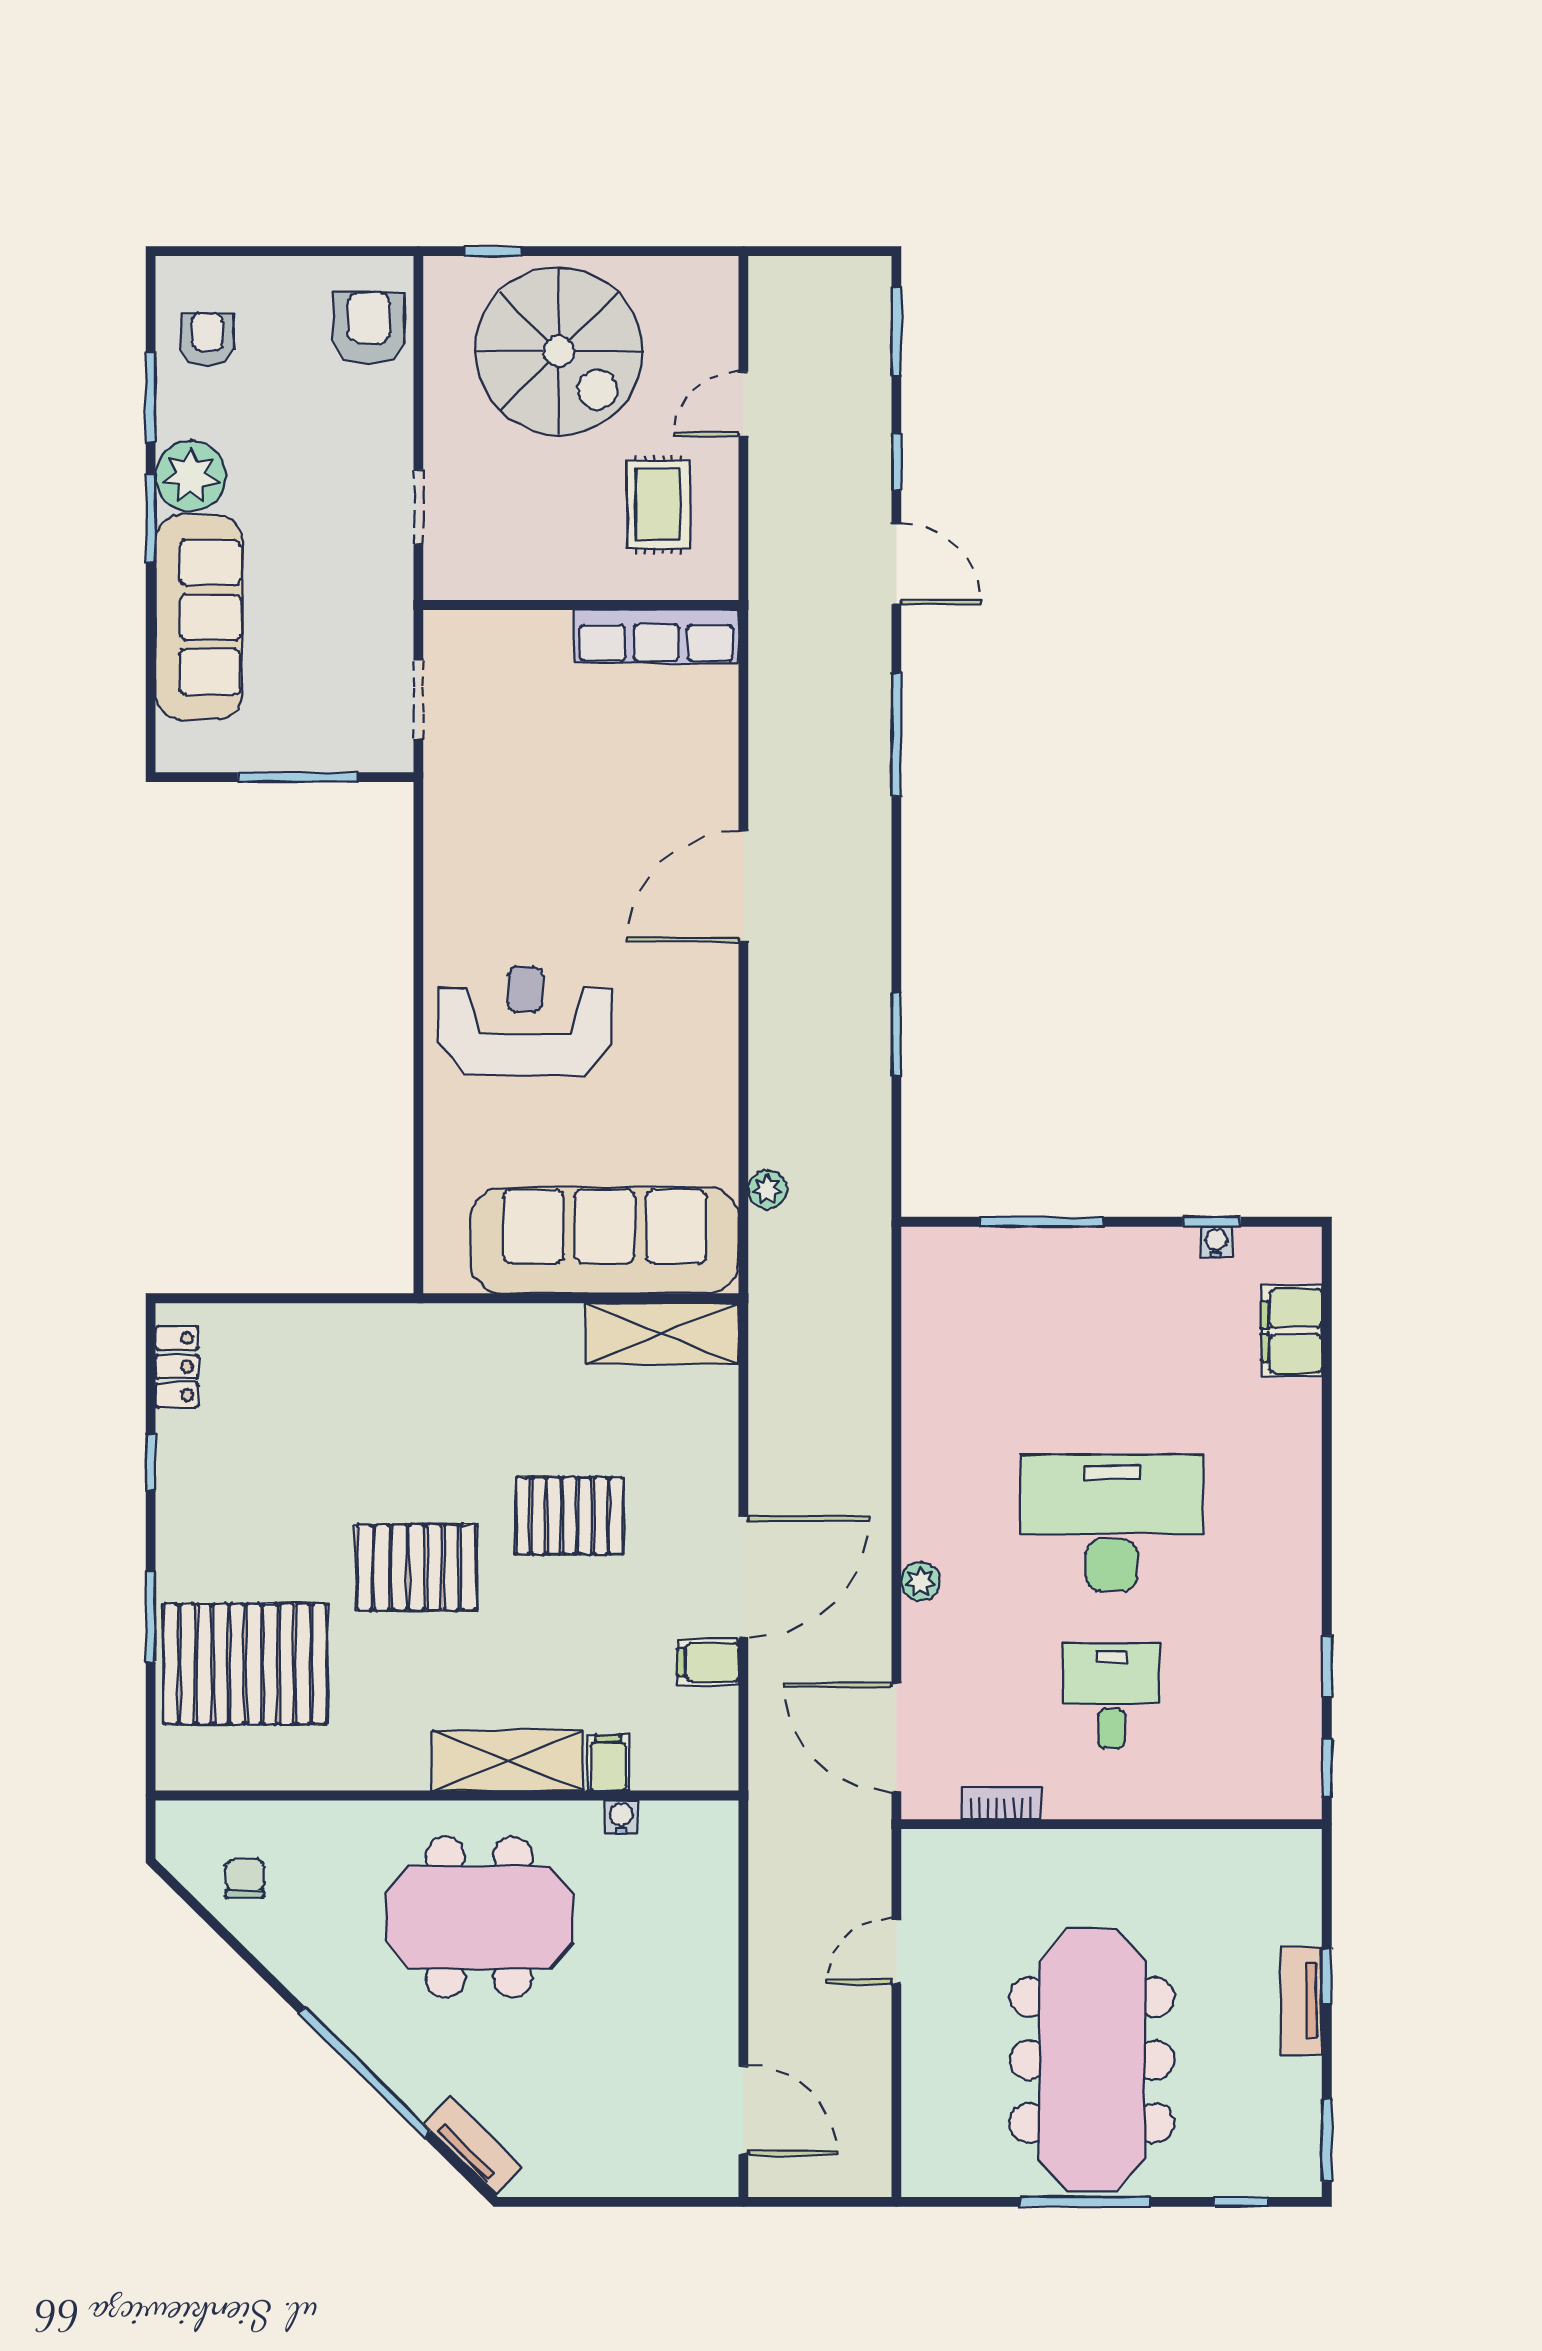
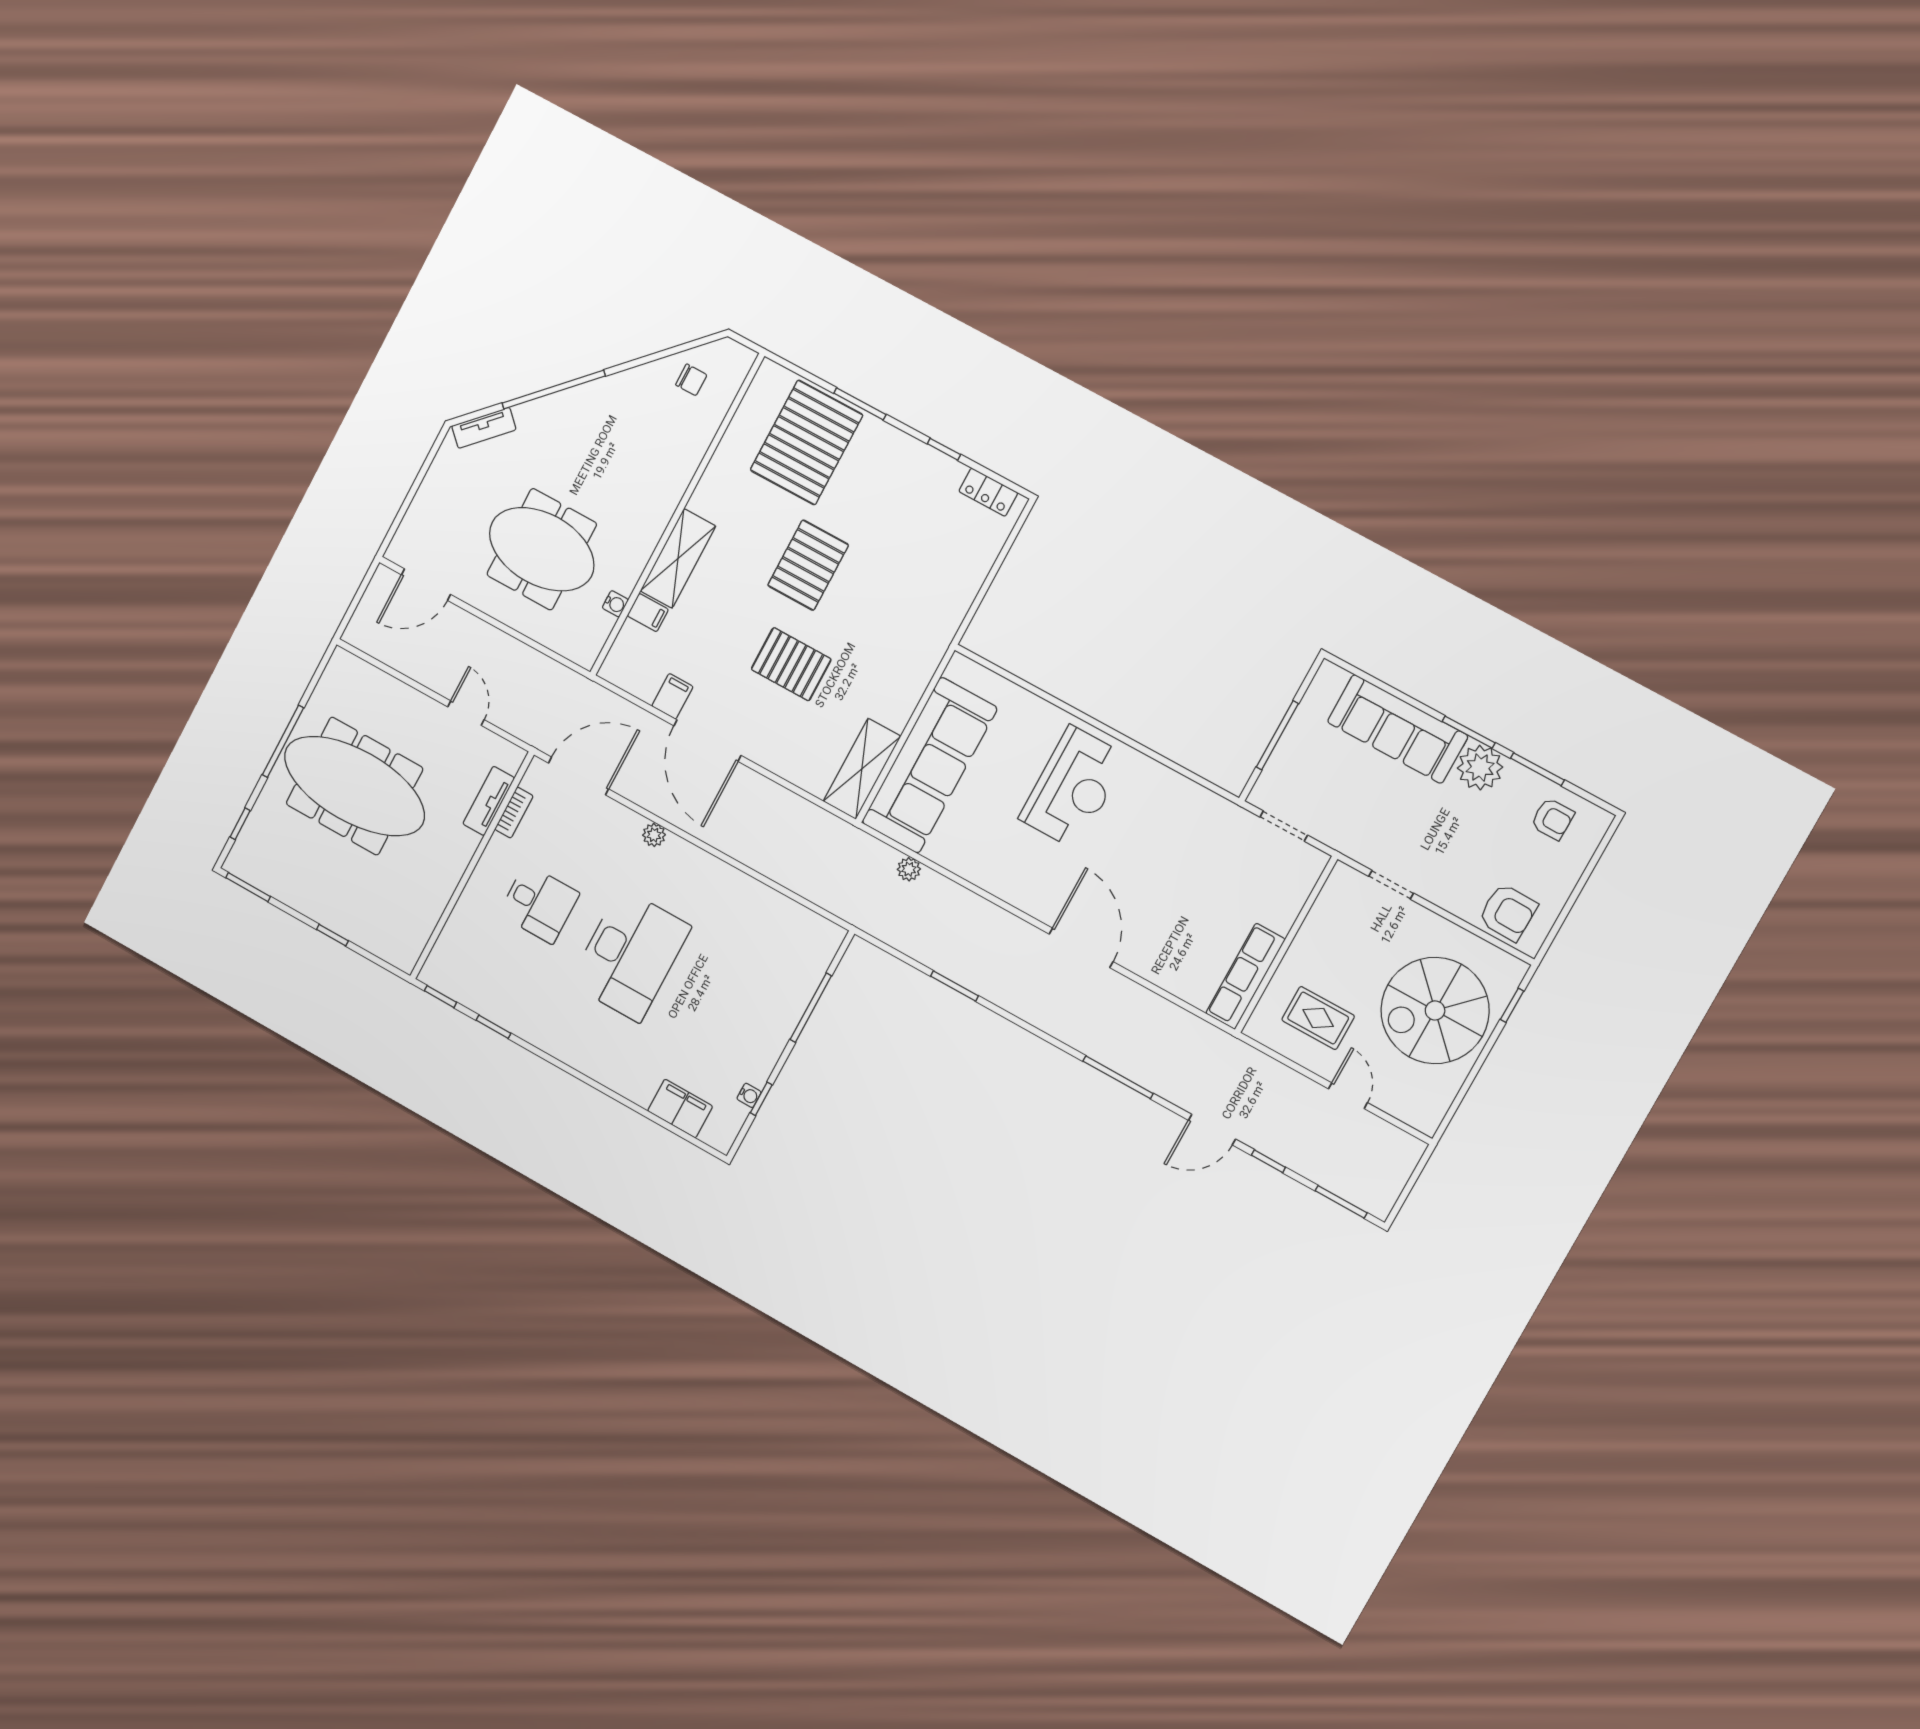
pallet: (570, 1516) -> (791, 664), turned 90
meeting table: (479, 1917) -> (542, 549), moved, turned 90
tv unit: (1301, 2001) -> (489, 801), moved, turned -90

